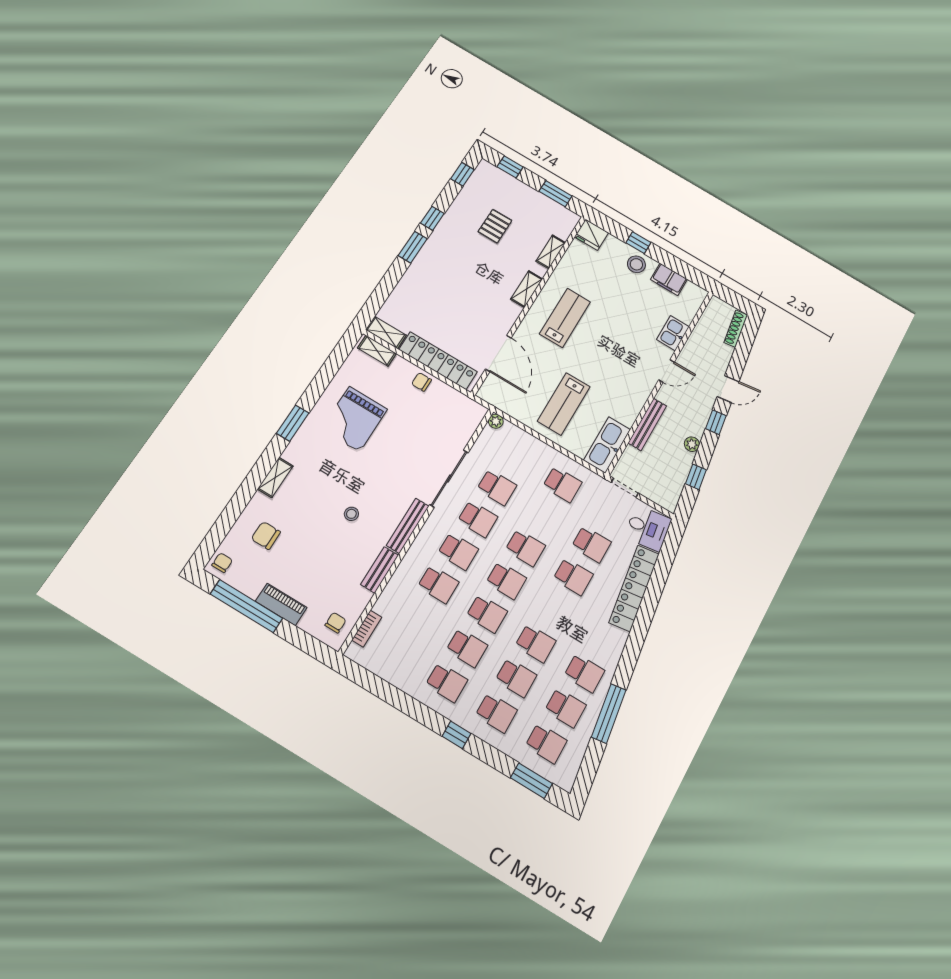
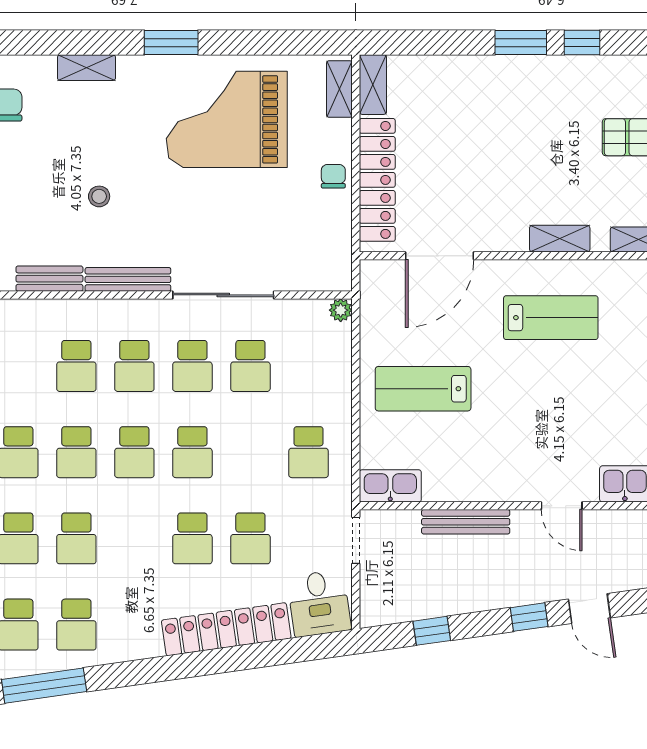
grand piano: (354, 419) -> (227, 119), width x1.37, depth x1.48
plant: (692, 444) -> (476, 600), removed
kitchen sink: (607, 445) -> (390, 486), width x0.73, depth x0.81

